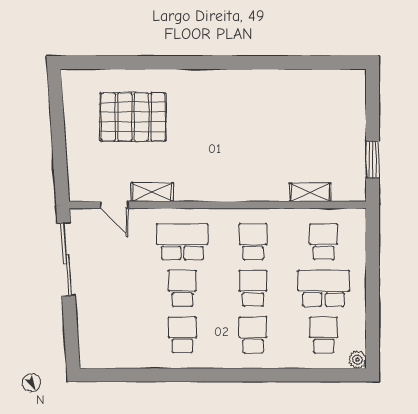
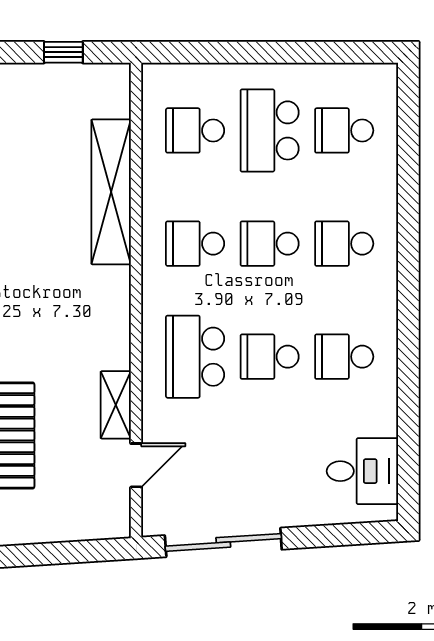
window: (373, 159) -> (63, 52), width x0.67
shelving: (310, 192) -> (111, 192), width x2.20, depth x1.33
desk: (111, 346) -> (362, 471), added
plant: (357, 360) -> (384, 77), removed

